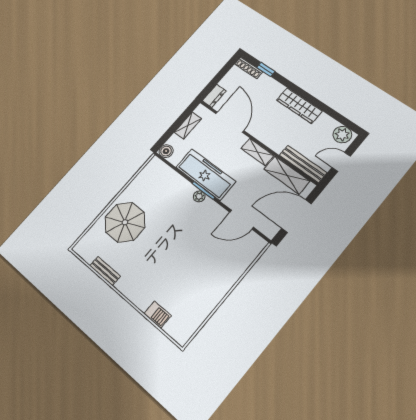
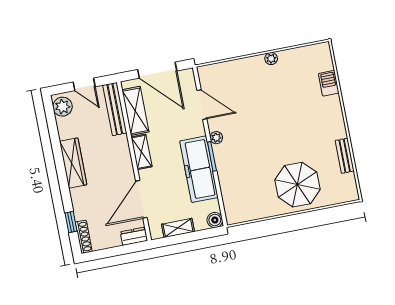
plant: (199, 196) -> (216, 138), moved
plant: (217, 297) -> (271, 59), added

